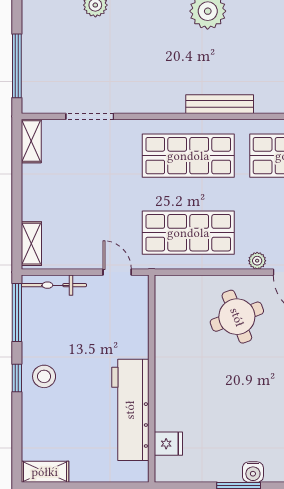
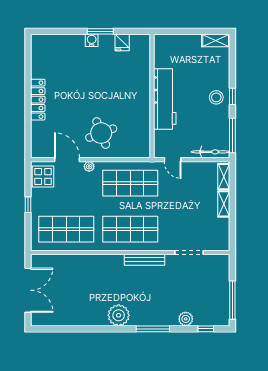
window: (17, 66) -> (232, 300), moved
bench: (220, 104) -> (145, 260), moved
shelving: (31, 141) -> (224, 204), moved
workbench: (130, 410) -> (165, 99), moved
fridge: (168, 444) -> (122, 43), moved, turned -90

